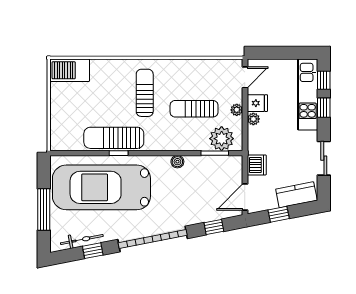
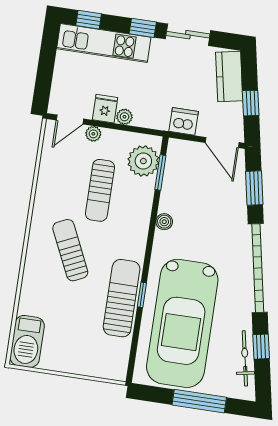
door: (245, 77) -> (70, 119), swing flipped
sun lounger: (145, 93) -> (70, 250), turned 65
window: (324, 108) -> (143, 28), moved
plant: (237, 110) -> (93, 134), moved
sun lounger: (114, 138) -> (122, 298), turned 180
window: (214, 227) -> (254, 188), width x1.50

